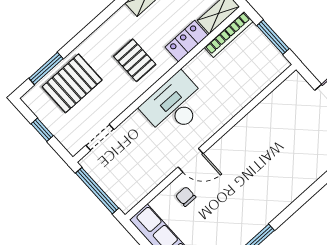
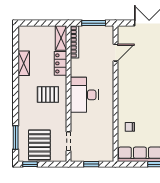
pallet: (72, 83) -> (39, 145), moved
window: (42, 130) -> (30, 164), moved
door: (191, 160) -> (115, 53), moved
window: (97, 191) -> (91, 164), width x0.46

